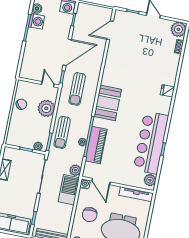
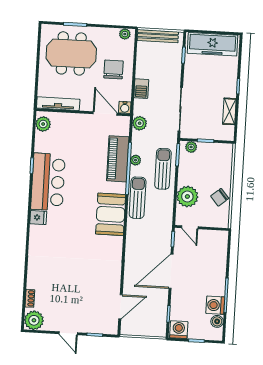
sun lounger: (77, 89) -> (138, 198), moved
fridge: (167, 91) -> (38, 217), moved
bar counter: (151, 143) -> (48, 182), width x0.73
barbecue: (69, 190) -> (141, 89), width x0.53, depth x0.65

